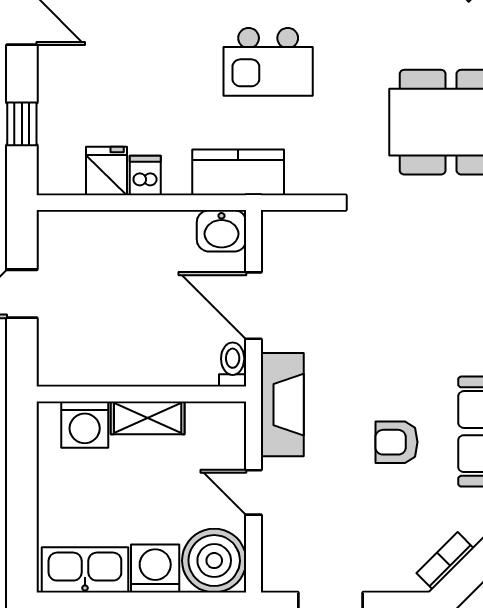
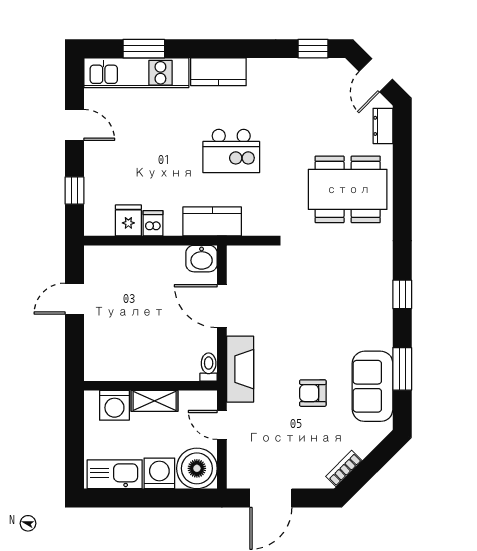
toilet: (233, 364) -> (209, 367), moved
wall: (141, 394) -> (151, 386), moved
shelving: (148, 418) -> (155, 401), moved
washing machine: (85, 425) -> (114, 405), moved

